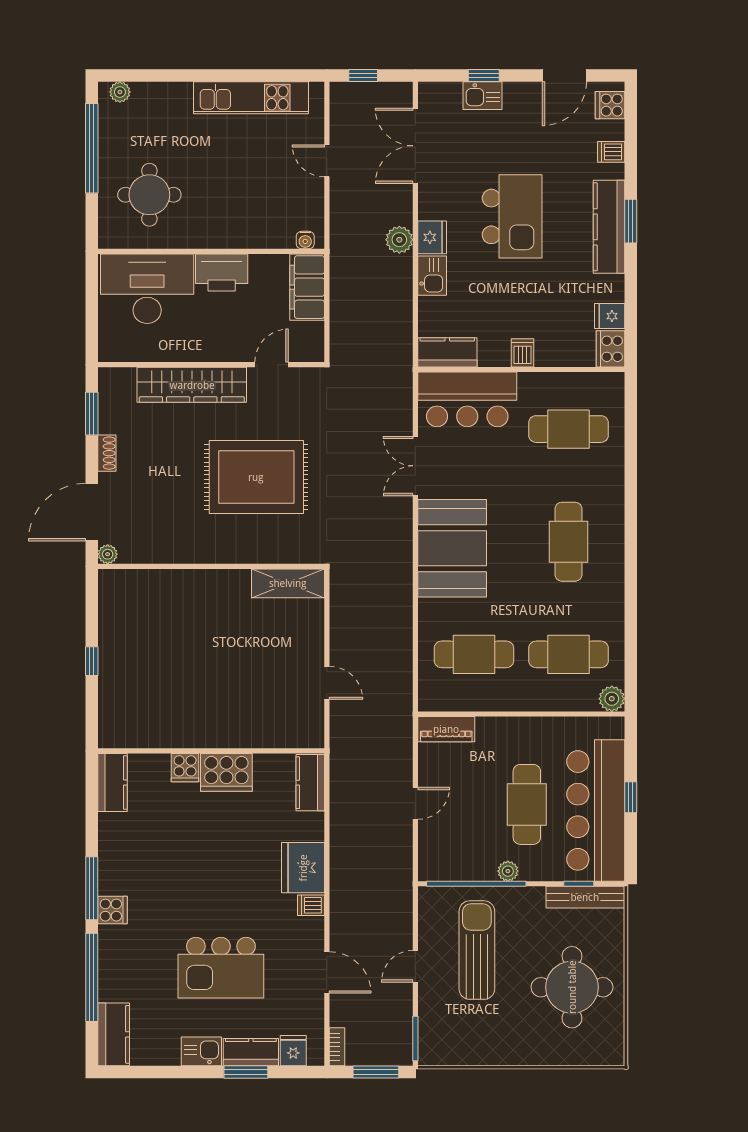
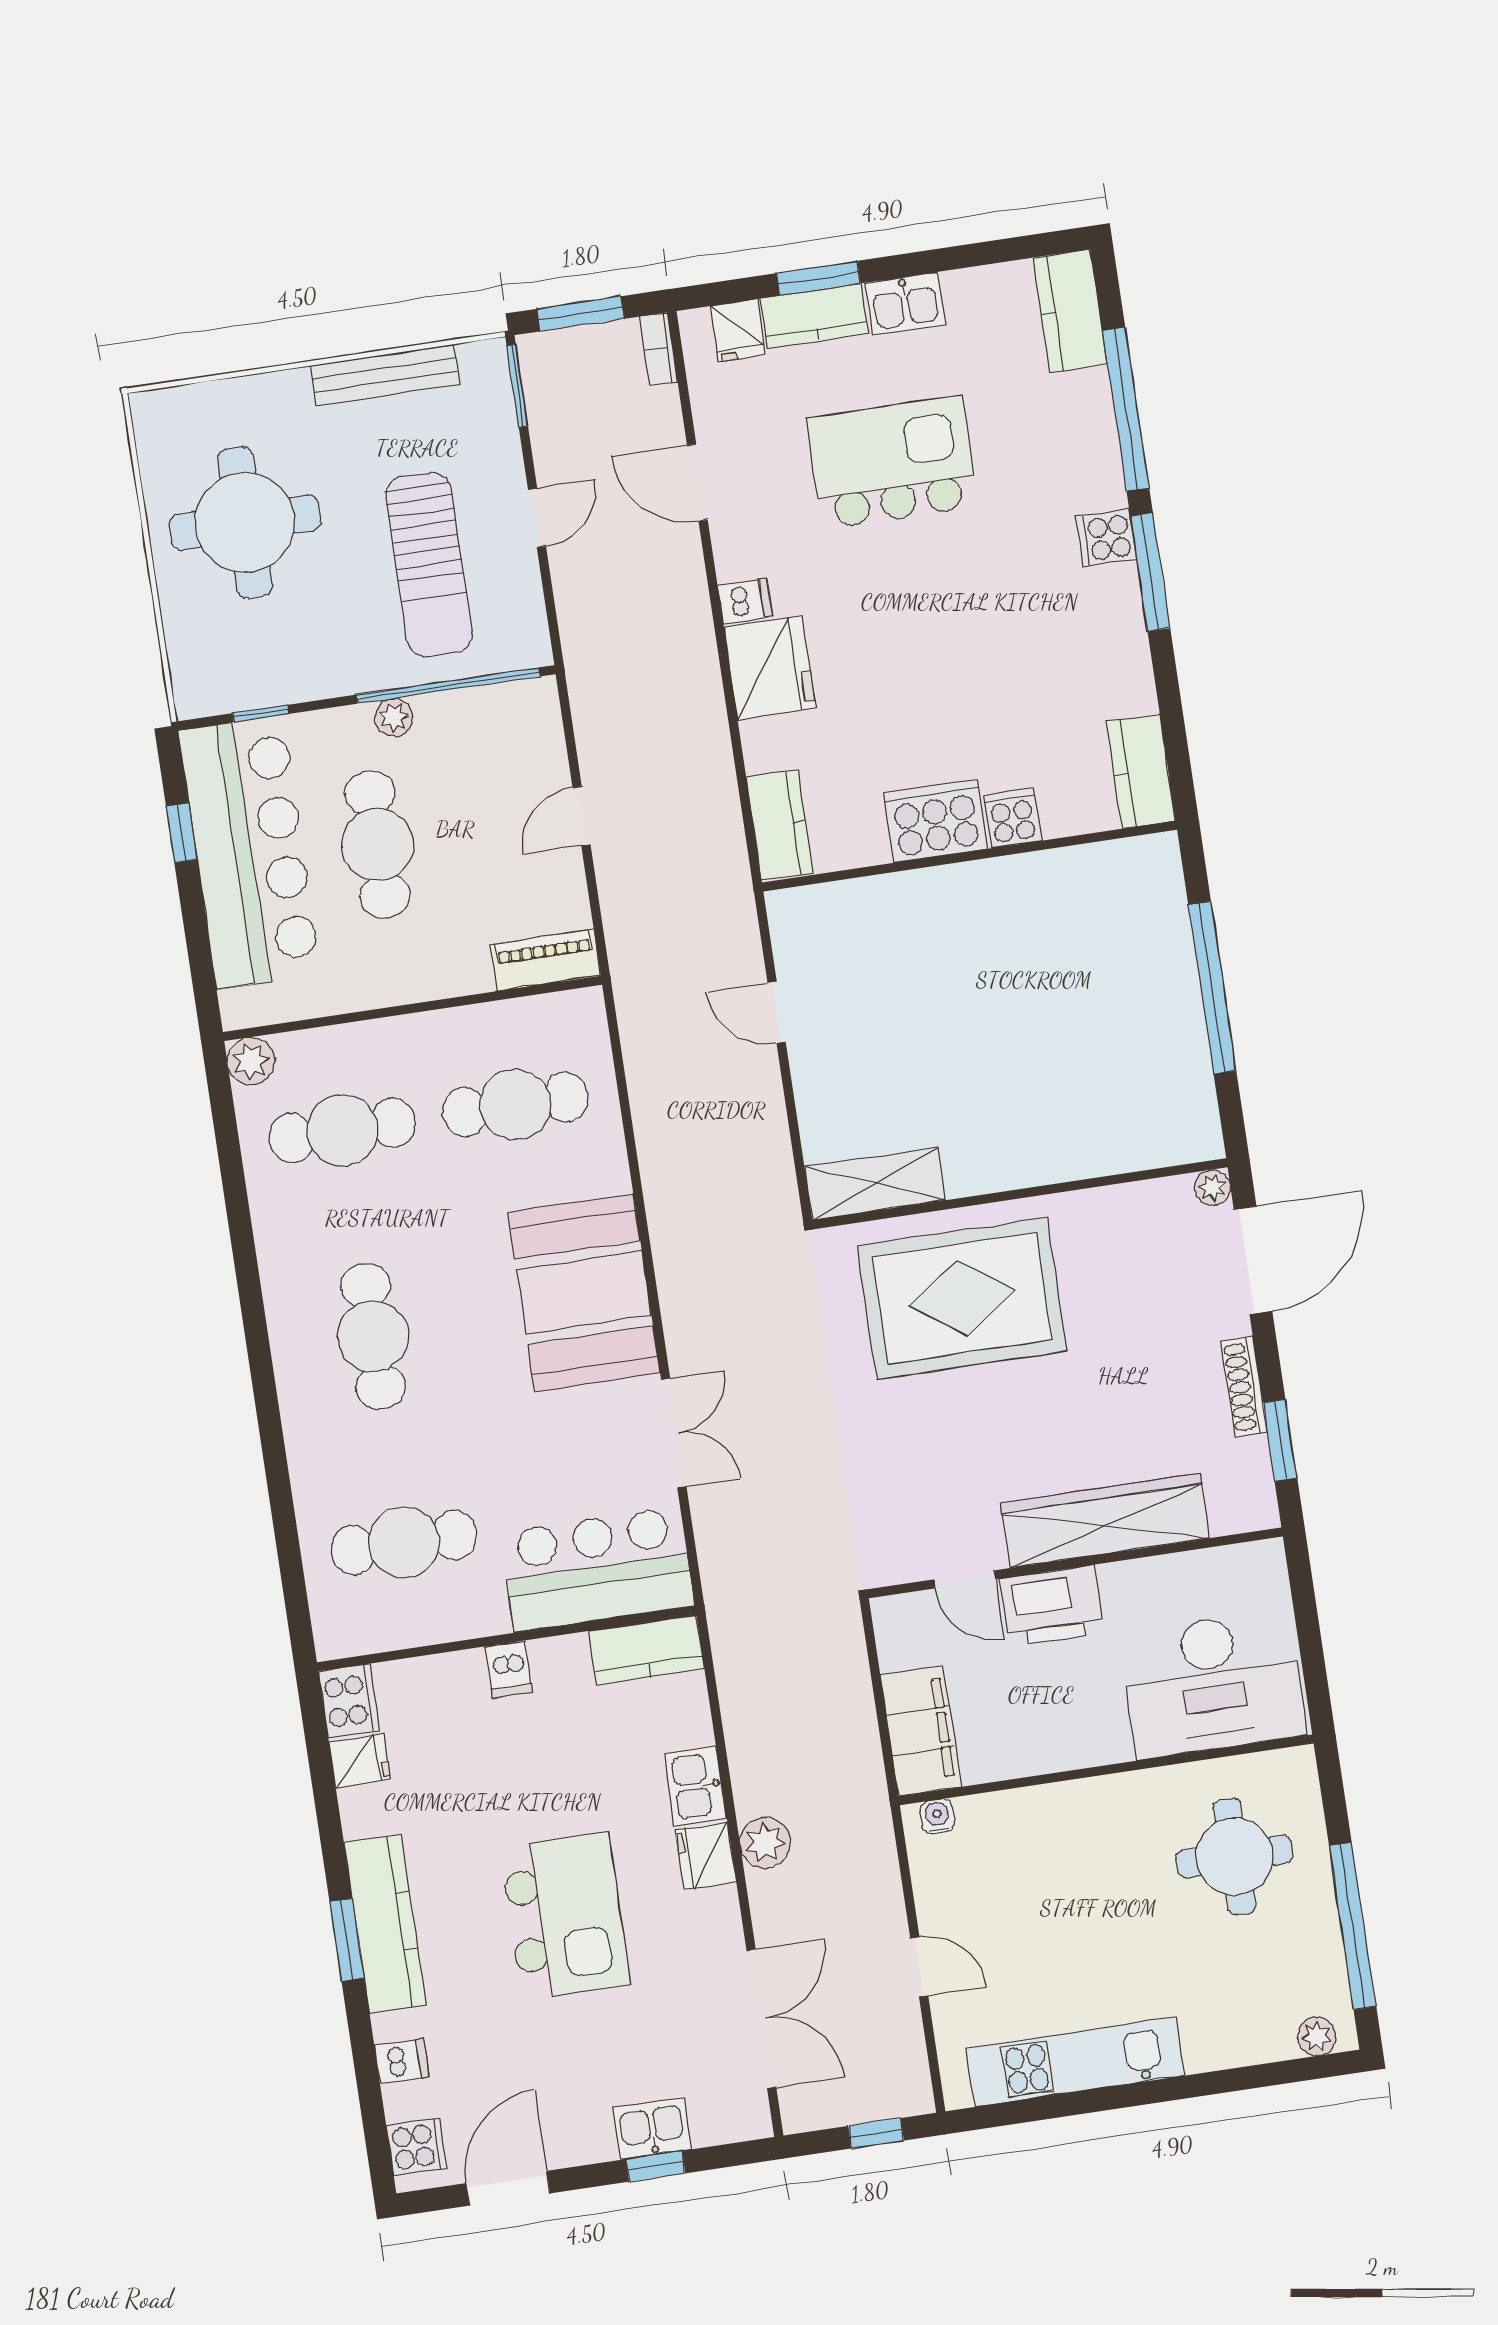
kitchen island: (512, 216) -> (565, 1916), turned 180
printer: (222, 272) -> (1052, 1606), moved, turned 180
door: (272, 365) -> (965, 1579), hinge flipped
shoe rack: (107, 453) -> (1244, 1387), width x1.43
rug: (256, 477) -> (962, 1298), moved
window: (92, 661) -> (1212, 988), width x3.17
window: (631, 797) -> (181, 833), moved
bench: (585, 897) -> (385, 375), moved

